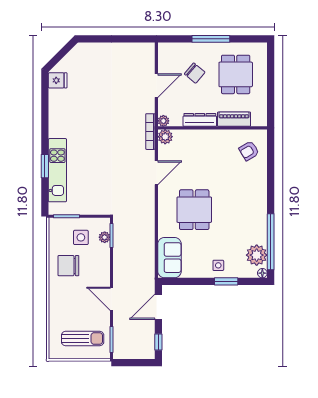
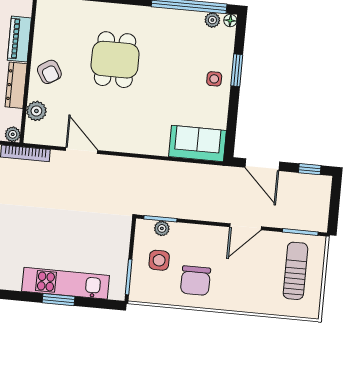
plant: (165, 137) -> (36, 111), moved
armchair: (249, 151) -> (49, 72), moved
dining table: (194, 210) -> (115, 60), moved, turned 90
plant: (257, 255) -> (212, 20), width x0.53, depth x0.53

